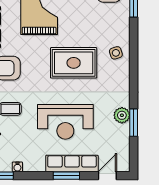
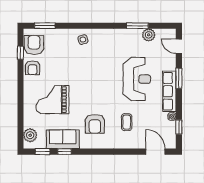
rug: (74, 63) -> (91, 73), removed
plant: (122, 115) -> (149, 35), moved
row of seats: (72, 163) -> (169, 91), moved

